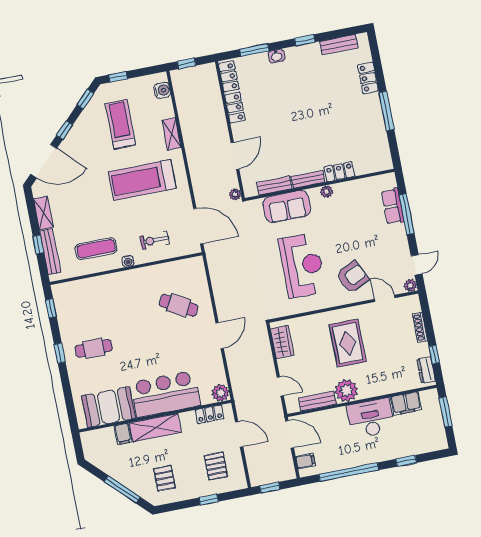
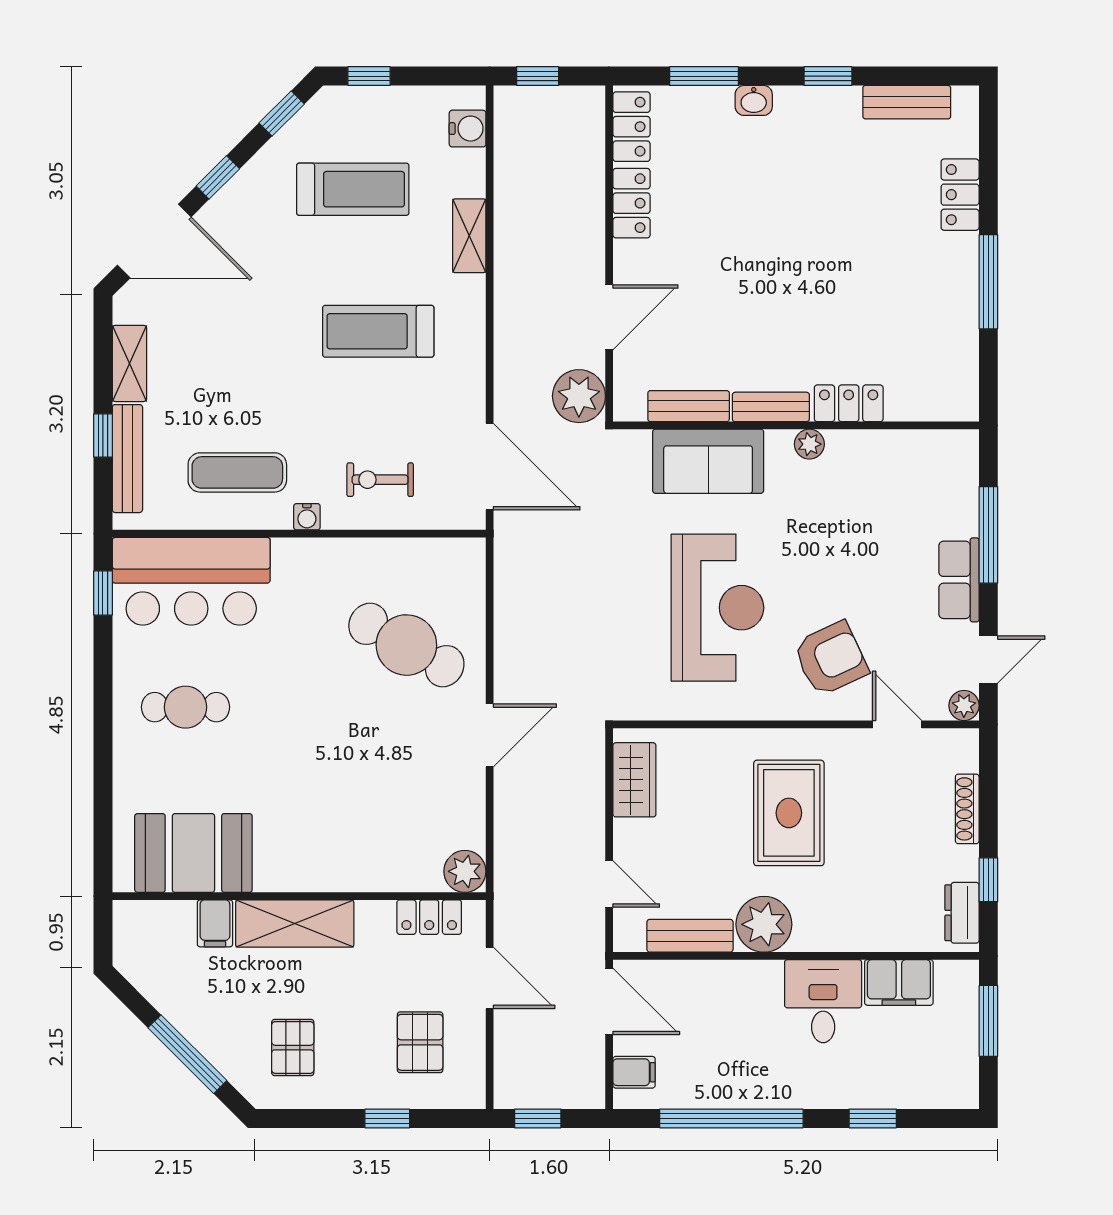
treadmill: (120, 124) -> (353, 189), turned 90
treadmill: (142, 180) -> (378, 331), width x0.73, depth x0.73
plant: (235, 194) -> (579, 396), width x1.88, depth x1.88
row of seats: (393, 206) -> (959, 580), moved
cafe table: (179, 305) -> (406, 645), width x1.37, depth x1.35
window: (60, 353) -> (103, 703), removed
bar counter: (165, 394) -> (191, 581), moved, turned 180
desk: (371, 418) -> (823, 1001), width x0.73

